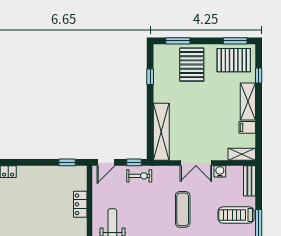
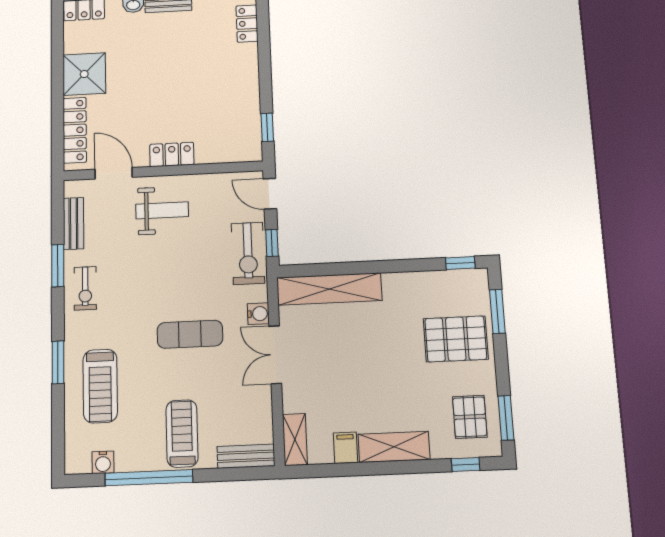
pallet: (234, 60) -> (470, 417), width x0.67, depth x0.71
window: (259, 75) -> (466, 465), moved
window: (150, 77) -> (460, 263), moved
water cooler: (220, 171) -> (258, 314), moved
exercise bike: (139, 176) -> (248, 253), width x1.38, depth x1.39
locker: (80, 204) -> (172, 154), moved

